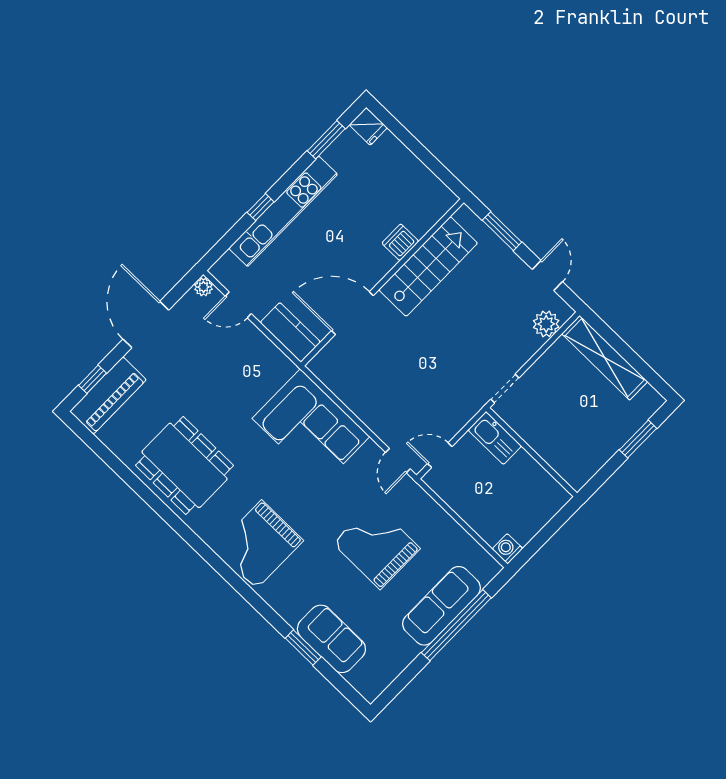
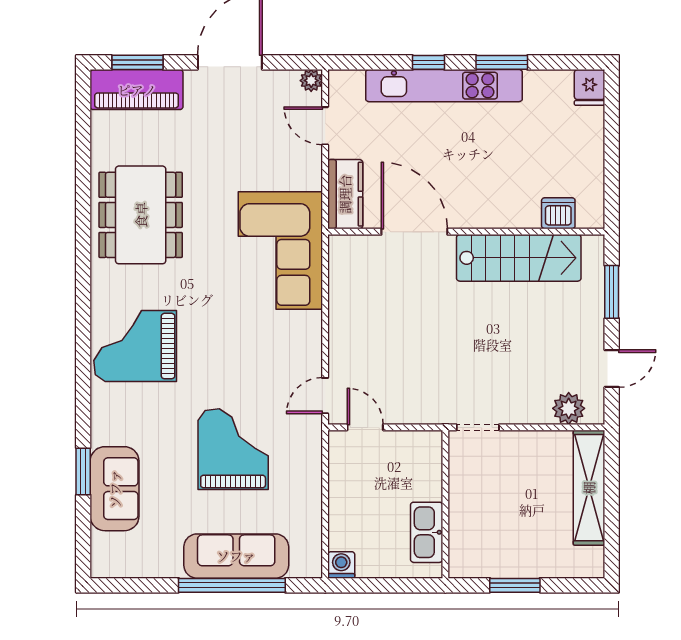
window: (326, 140) -> (502, 62), moved
dishwasher: (400, 242) -> (558, 213), moved
window: (92, 379) -> (137, 62), width x1.50
corner sofa: (311, 427) -> (280, 251), moved
kitchen sink: (495, 438) -> (427, 532), moved
window: (638, 439) -> (515, 585), moved

